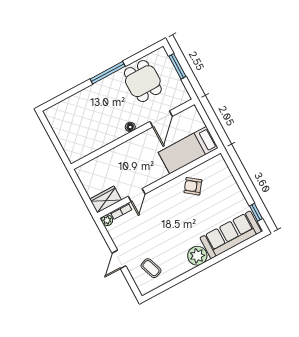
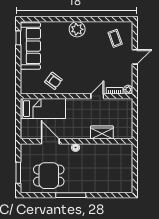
dining table: (143, 81) -> (49, 176), turned 90
door: (161, 119) -> (50, 141), hinge flipped
wardrobe: (106, 200) -> (102, 133), moved, turned 180
sofa: (231, 235) -> (30, 46), moved, turned -90

